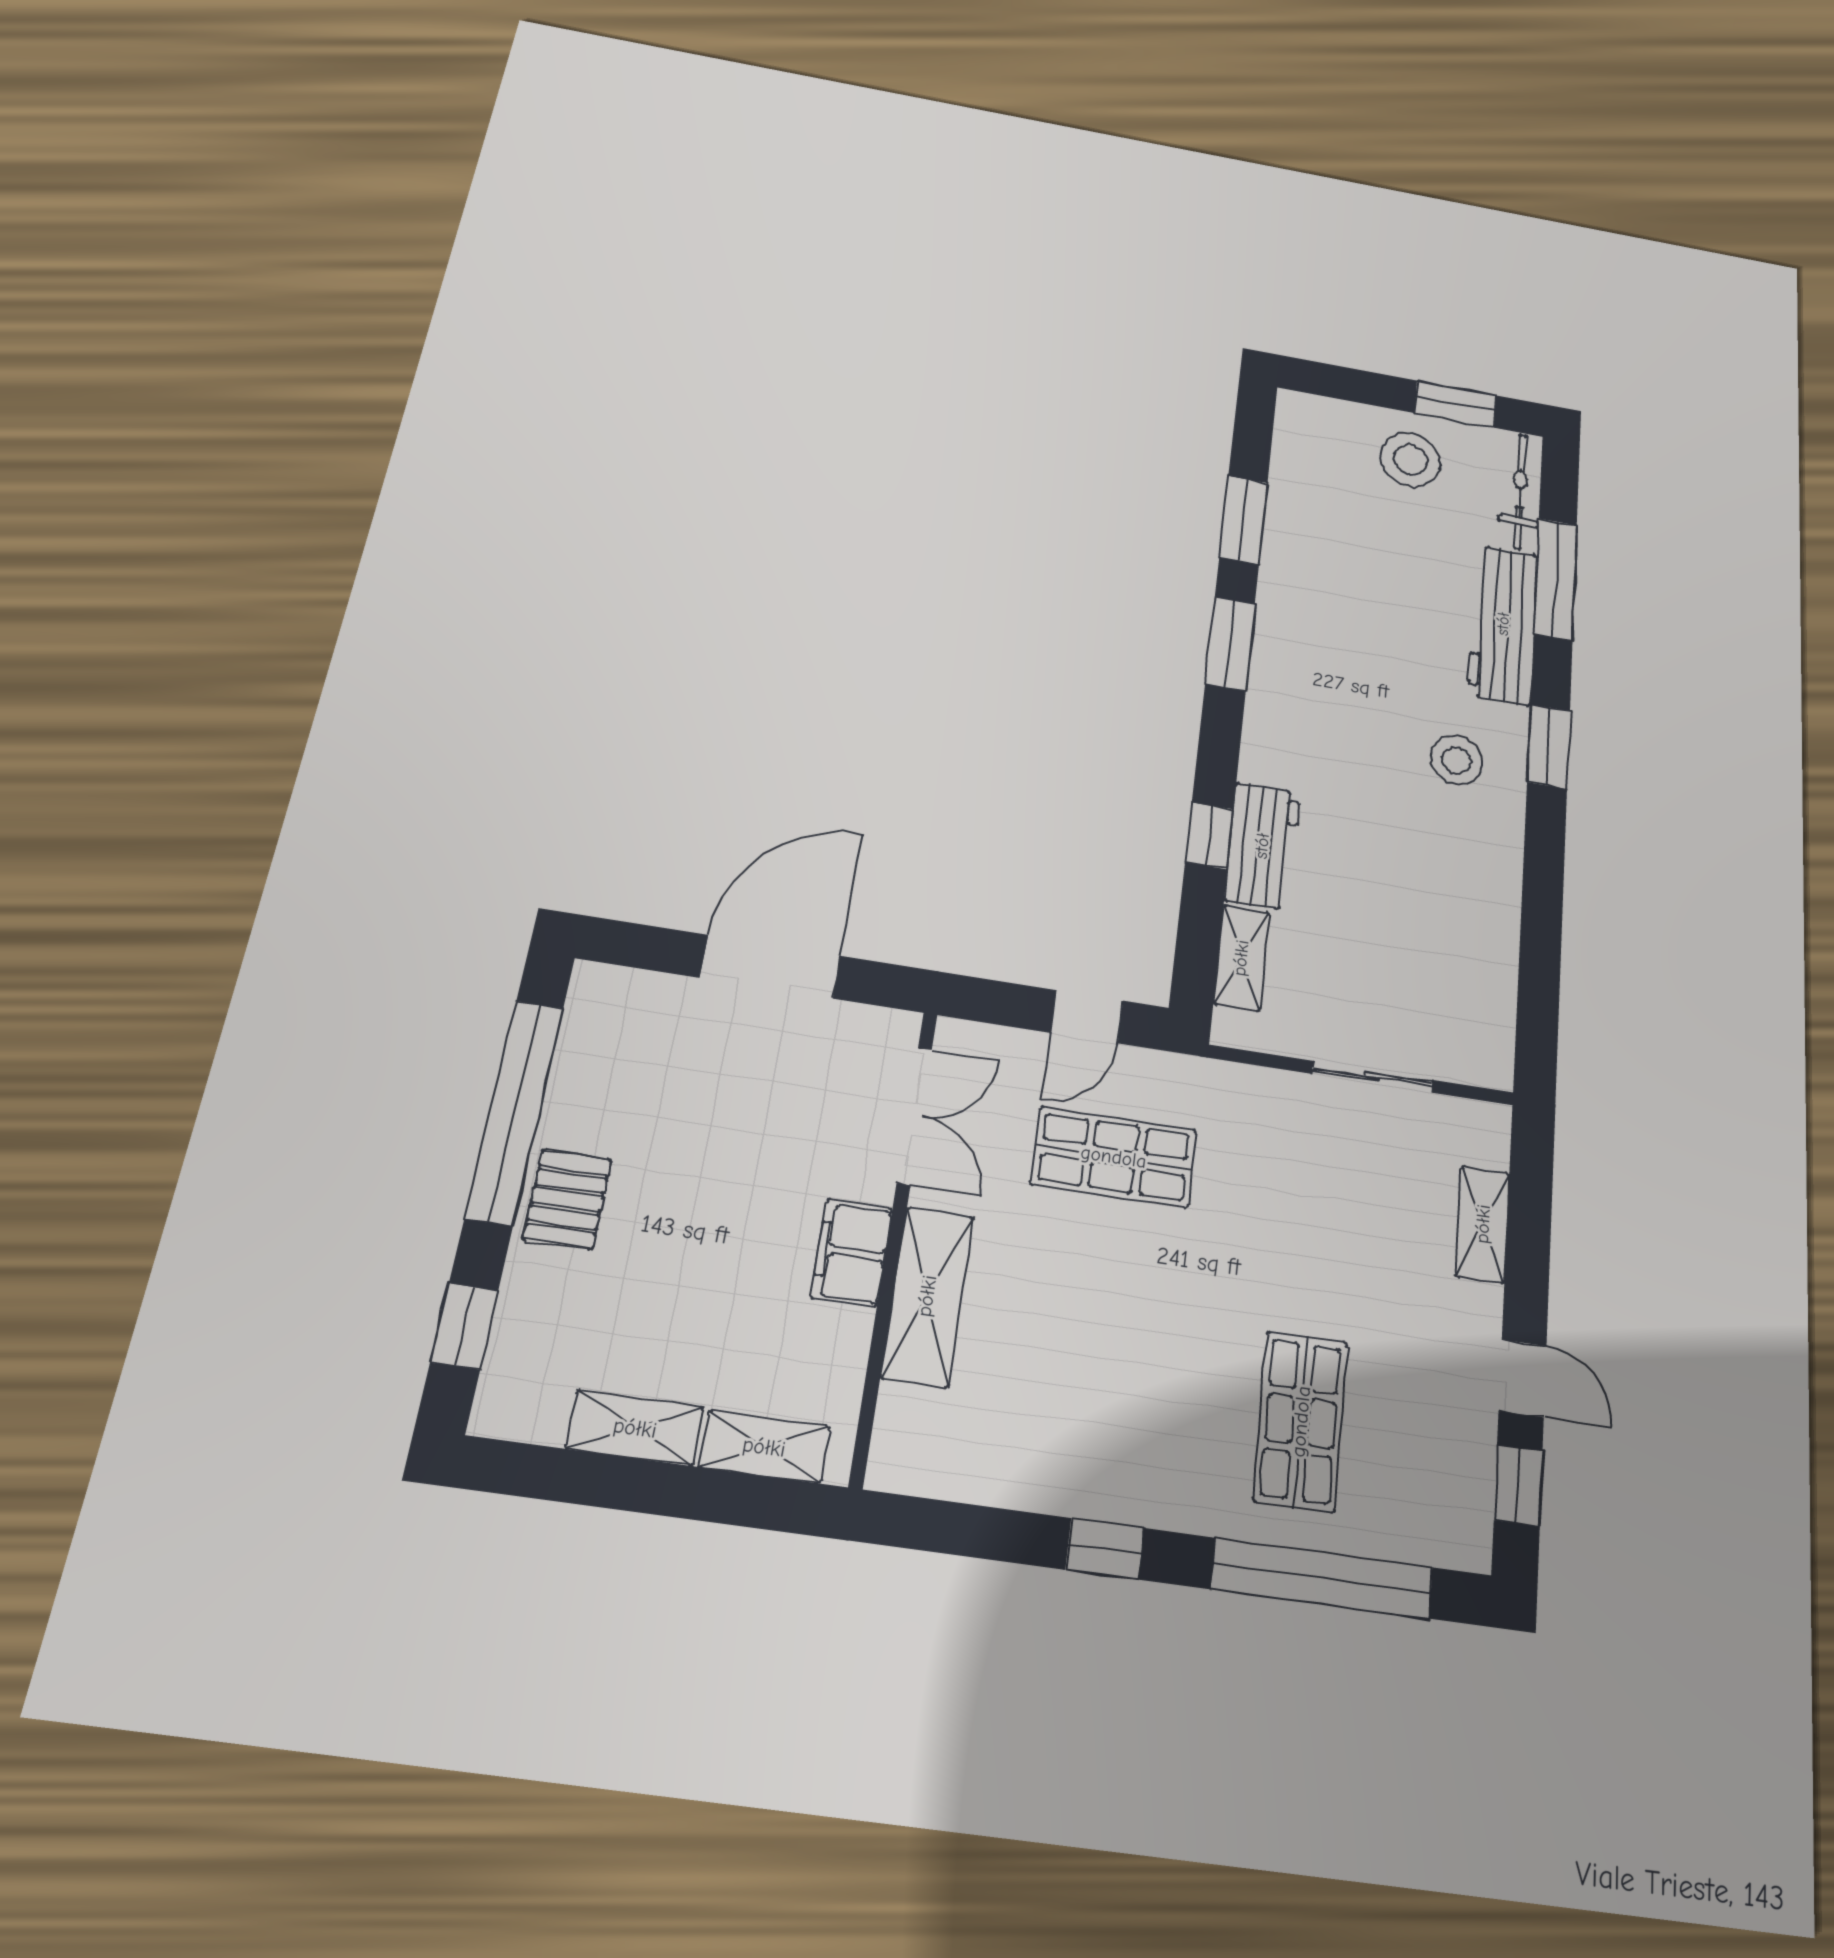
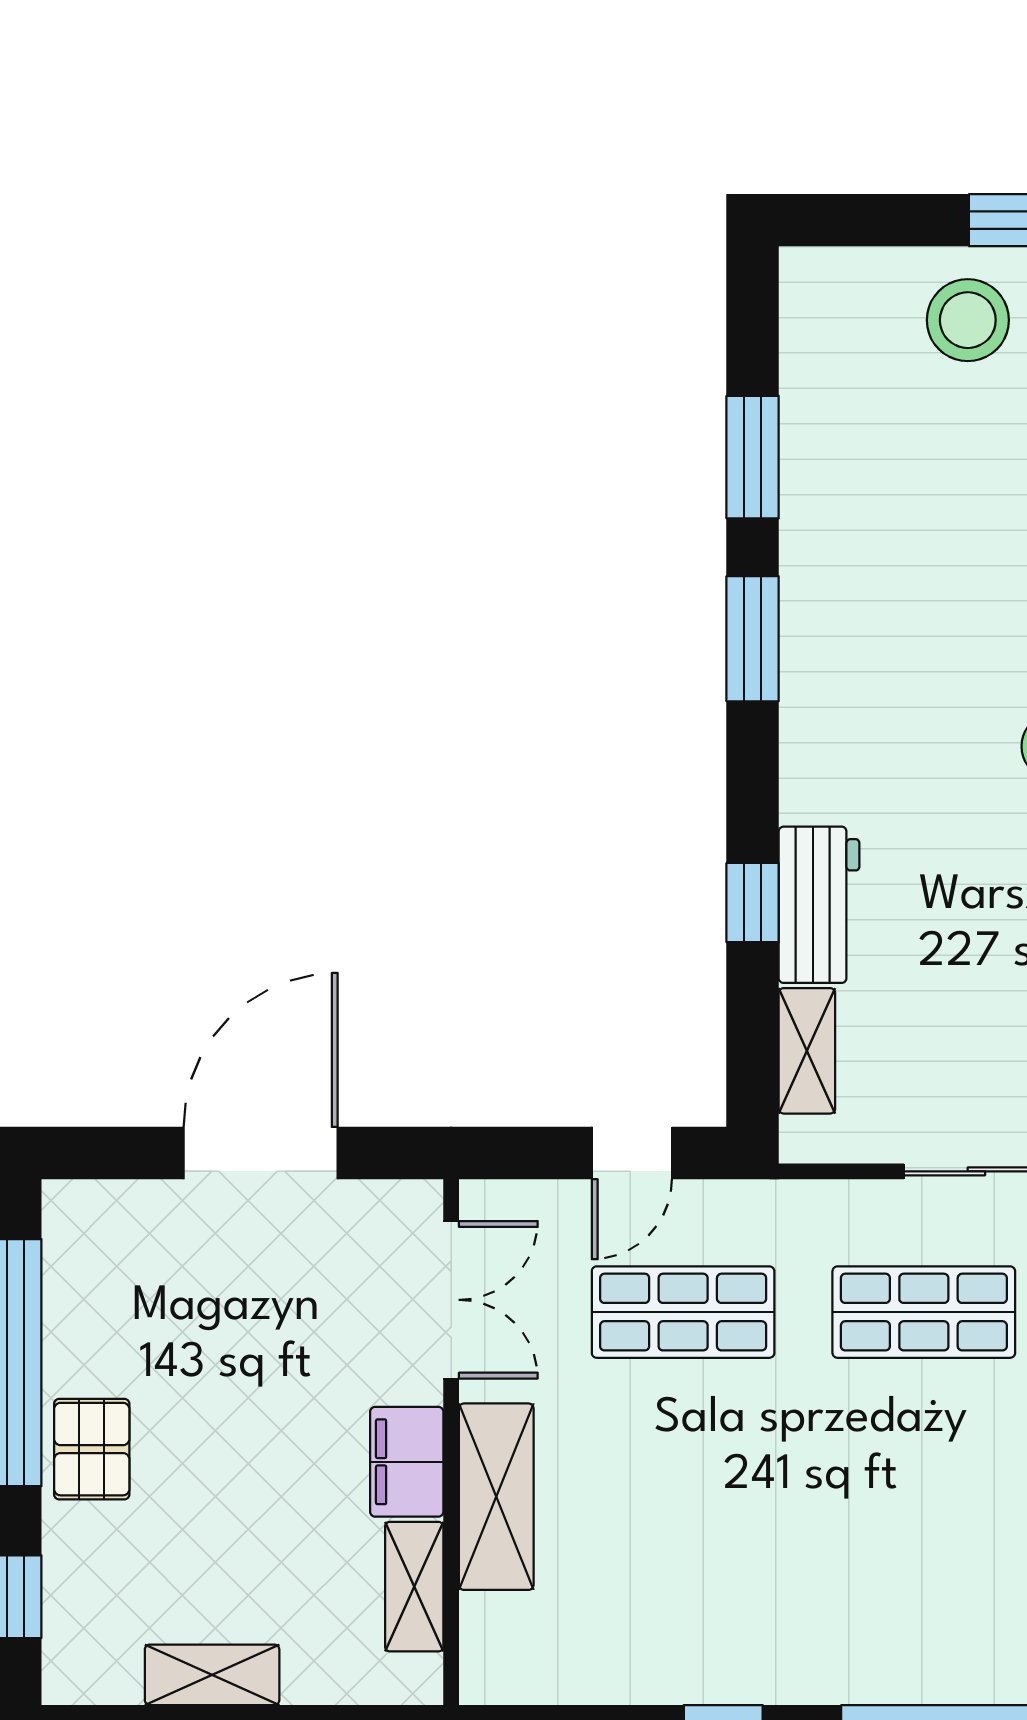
shop shelf: (1301, 1421) -> (924, 1312), moved, turned 90
shelving: (764, 1447) -> (414, 1587), moved, turned 90

